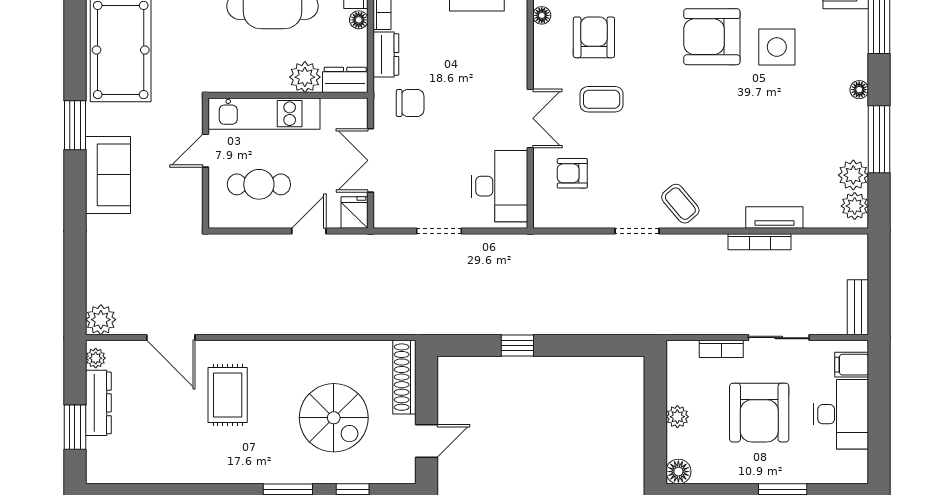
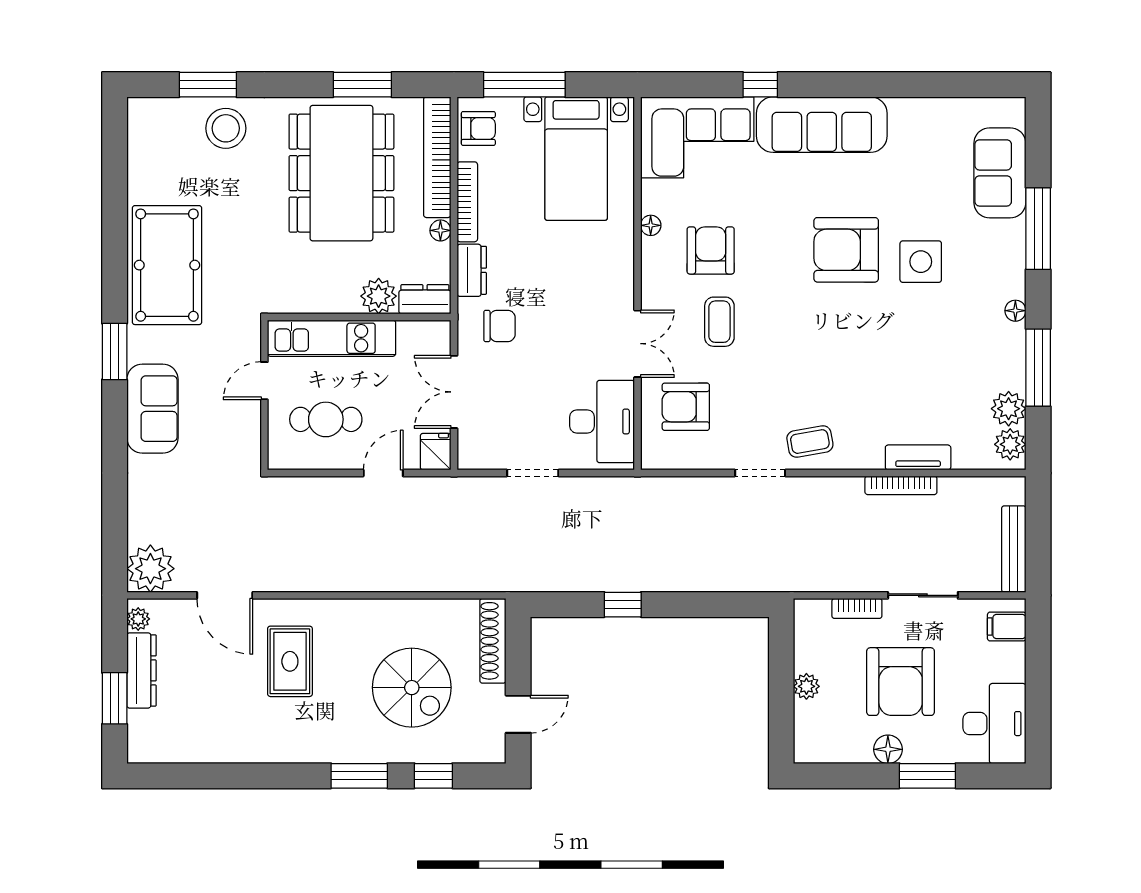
coffee table: (602, 99) -> (719, 322), turned 90
armchair: (572, 173) -> (686, 407), width x1.38, depth x1.38
coffee table: (680, 204) -> (810, 442), turned -60
bench: (858, 307) -> (1014, 549), width x1.36
plant: (101, 320) -> (150, 569), width x1.36, depth x1.36
desk: (841, 414) -> (994, 724), moved
floor lamp: (678, 472) -> (888, 749), moved

